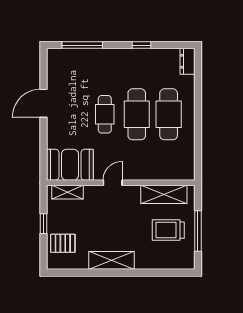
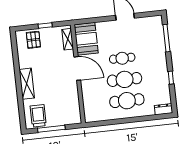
door: (113, 183) -> (77, 68), width x1.88
shelving: (164, 194) -> (73, 103), removed
trolley: (168, 230) -> (38, 116), moved
shelving: (112, 260) -> (27, 84), moved

